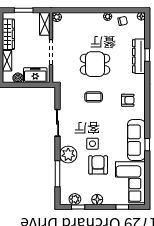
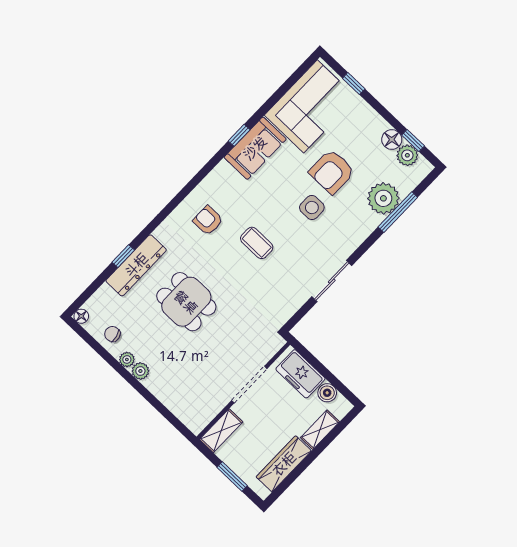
plant: (57, 17) -> (140, 371), moved
dining table: (95, 64) -> (186, 302), moved
coffee table: (94, 97) -> (257, 243), moved
sofa: (136, 140) -> (255, 148), width x0.73
plant: (68, 155) -> (383, 198), moved
floor lamp: (97, 200) -> (392, 139), moved

